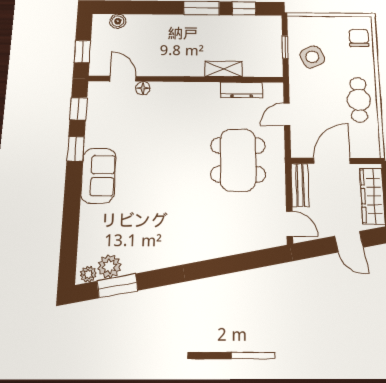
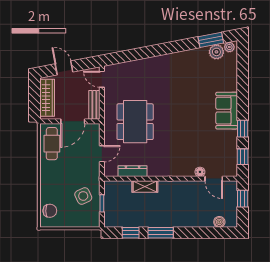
chair: (359, 38) -> (50, 211), turned -90
cafe table: (359, 100) -> (52, 144), moved

